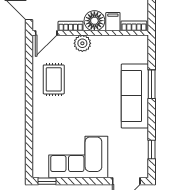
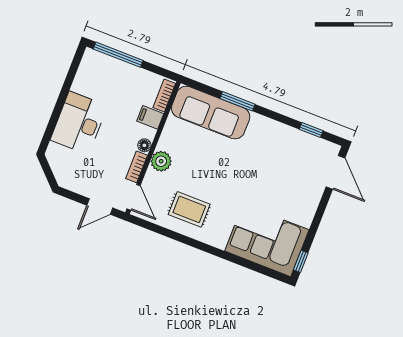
floor lamp: (94, 21) -> (144, 145), width x0.53, depth x0.53
sofa: (135, 96) -> (211, 112), moved
corner sofa: (78, 157) -> (267, 240), moved, turned 90

